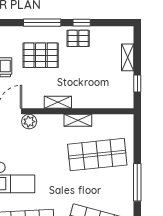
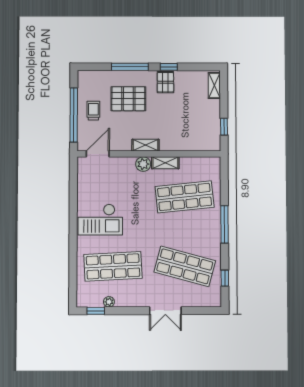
pallet: (78, 38) -> (165, 82), turned 90
shelving: (128, 57) -> (214, 86), moved
plant: (29, 122) -> (143, 164), moved

